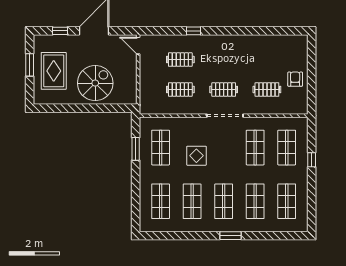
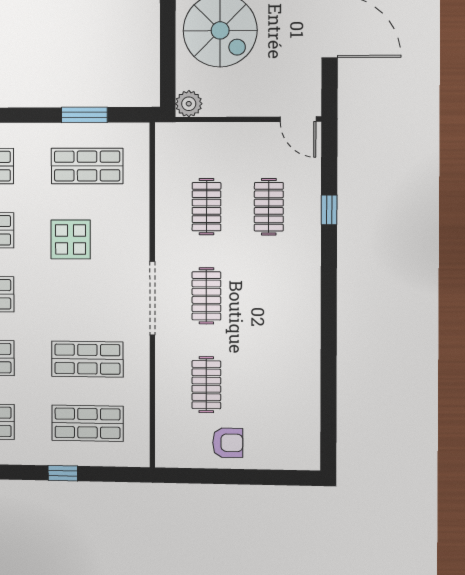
window: (193, 31) -> (329, 210), moved
door: (138, 46) -> (298, 119), swing flipped
plant: (130, 98) -> (189, 104), added

